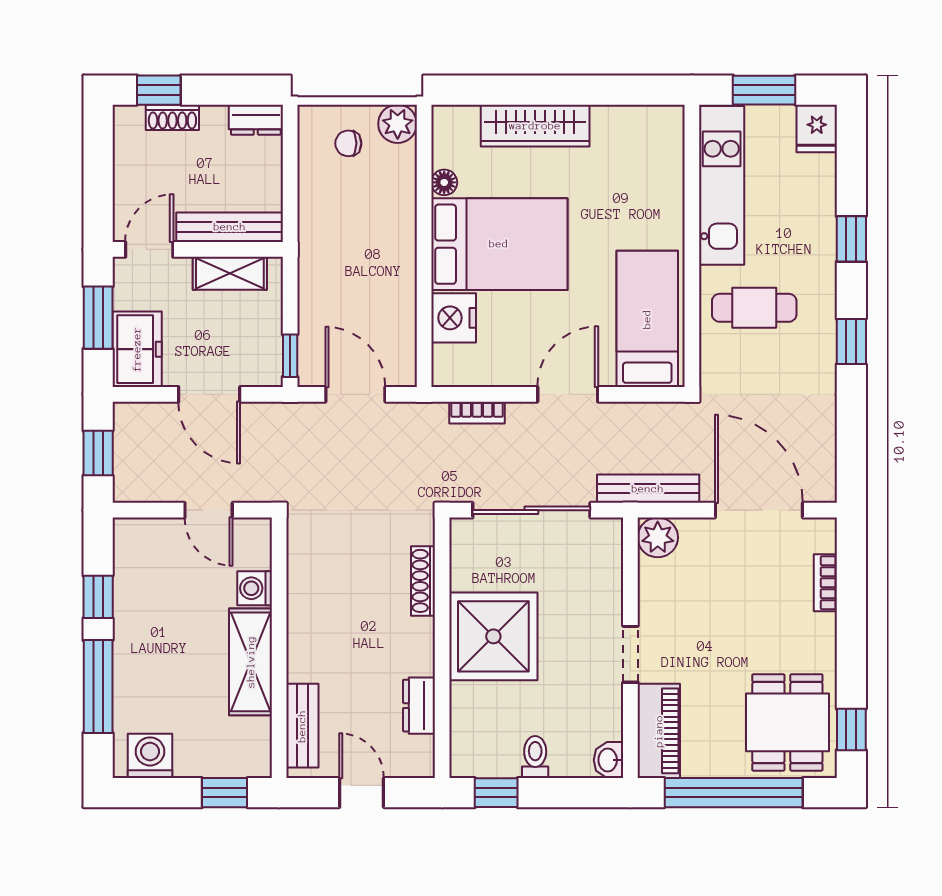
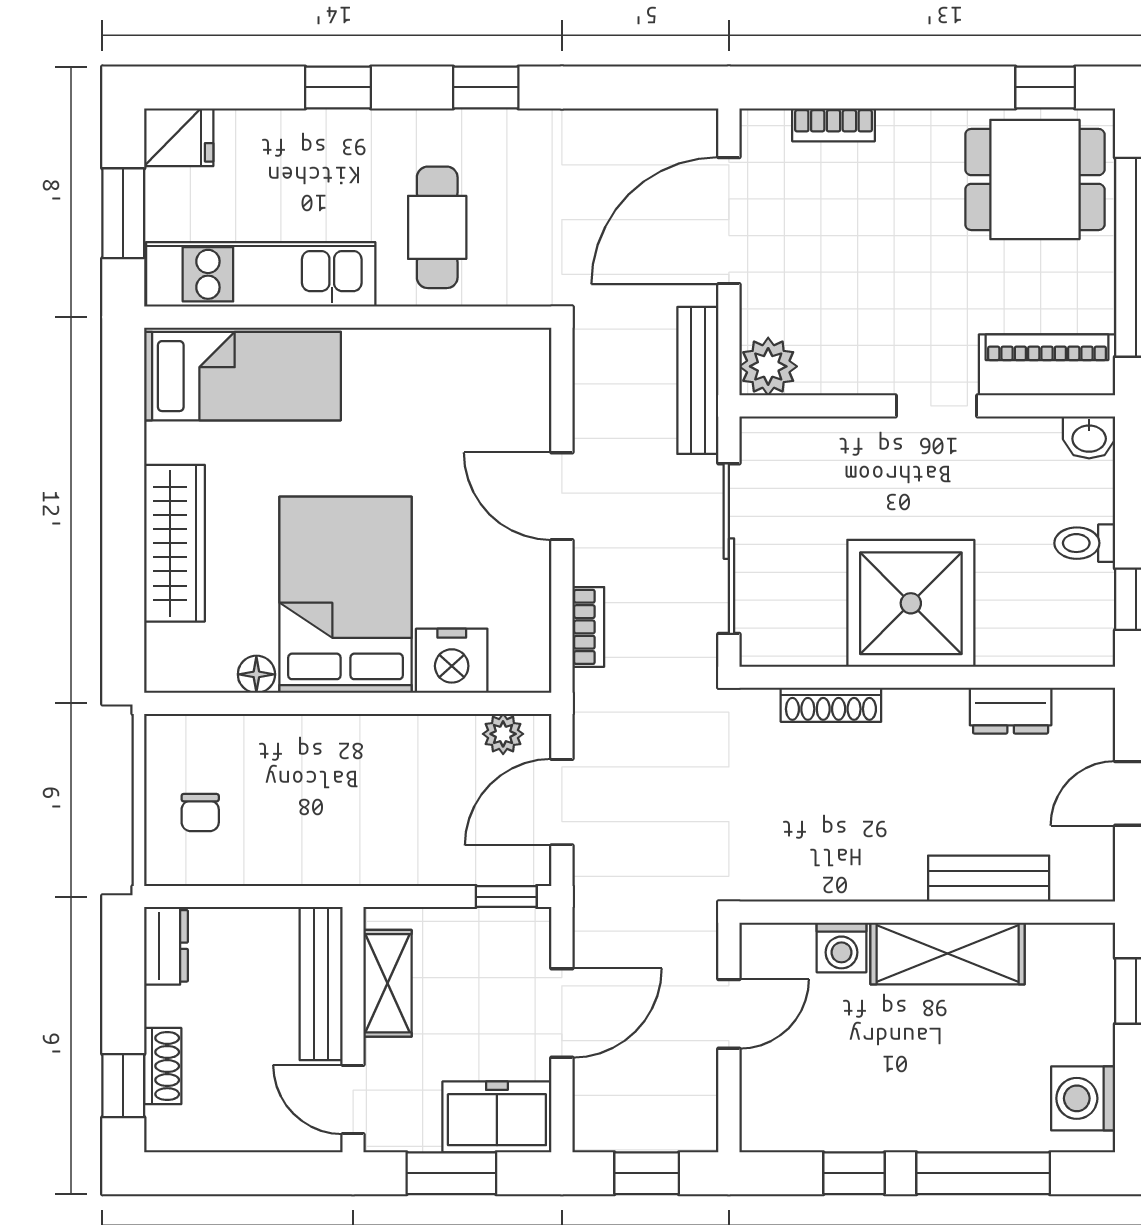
plant: (398, 124) -> (503, 734), moved, width x0.73, depth x0.73
bed: (647, 319) -> (242, 376), moved, turned 180
bench: (302, 726) -> (989, 879), moved

